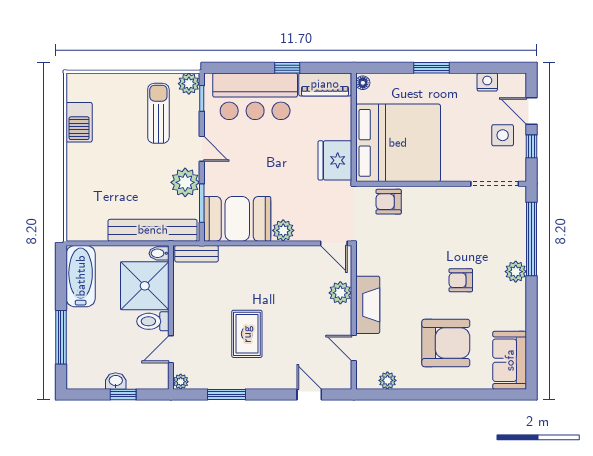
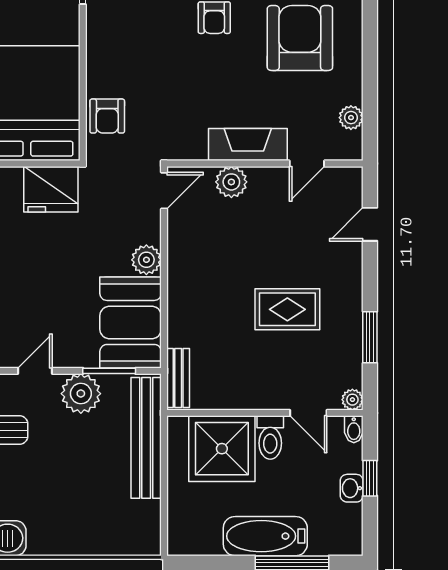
bidet: (159, 253) -> (354, 429), moved
bathtub: (81, 276) -> (265, 536), moved

